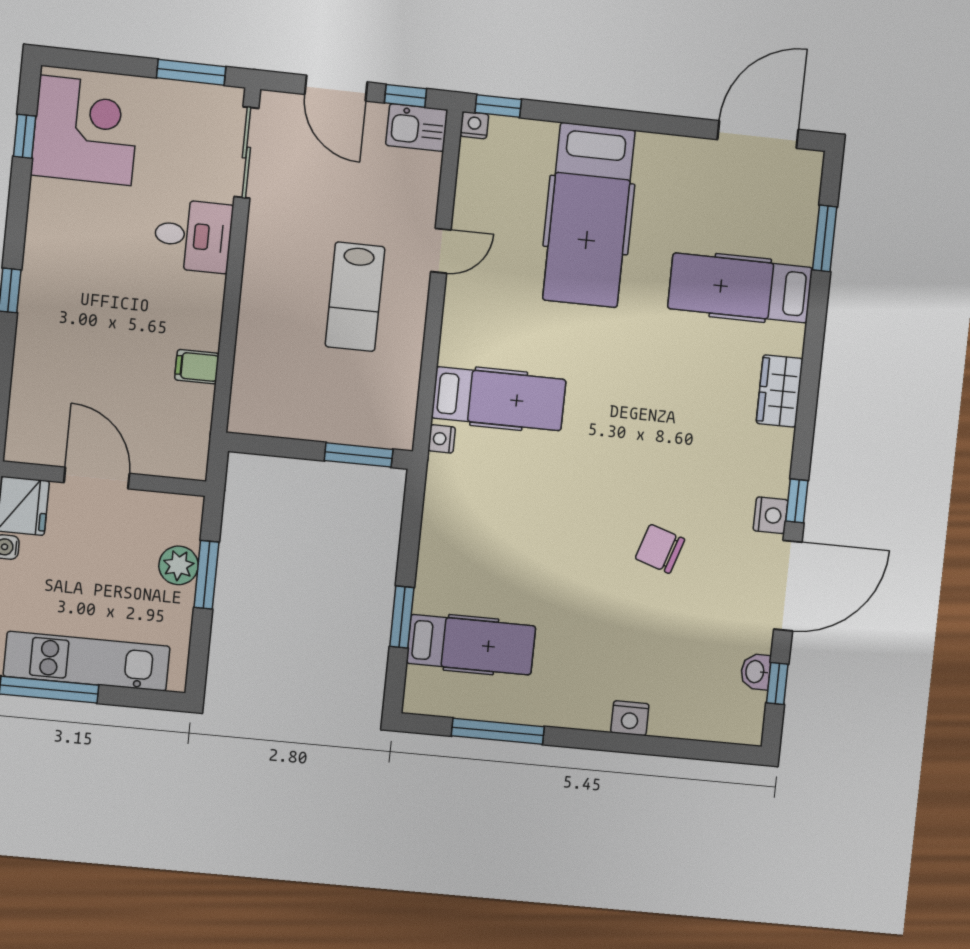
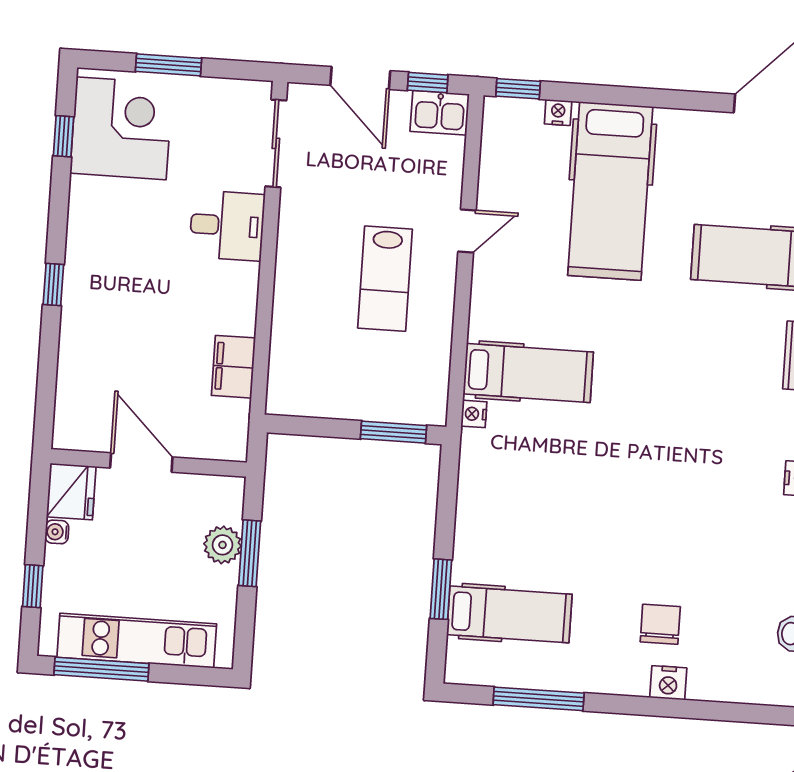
window: (191, 72) -> (168, 65), moved
nightstand: (474, 125) -> (558, 113), moved
filing cabinet: (197, 367) -> (233, 367), width x2.00
chair: (660, 549) -> (660, 624), moved, turned 72

